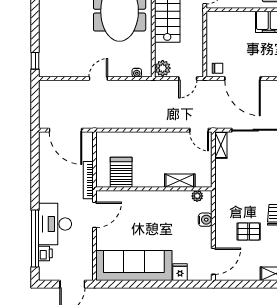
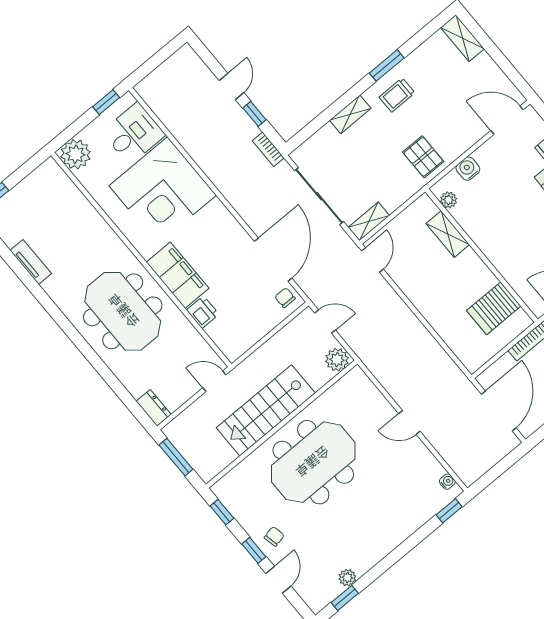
printer: (246, 19) -> (203, 312), added
water cooler: (137, 73) -> (447, 482), moved
pallet: (249, 231) -> (423, 157), moved

